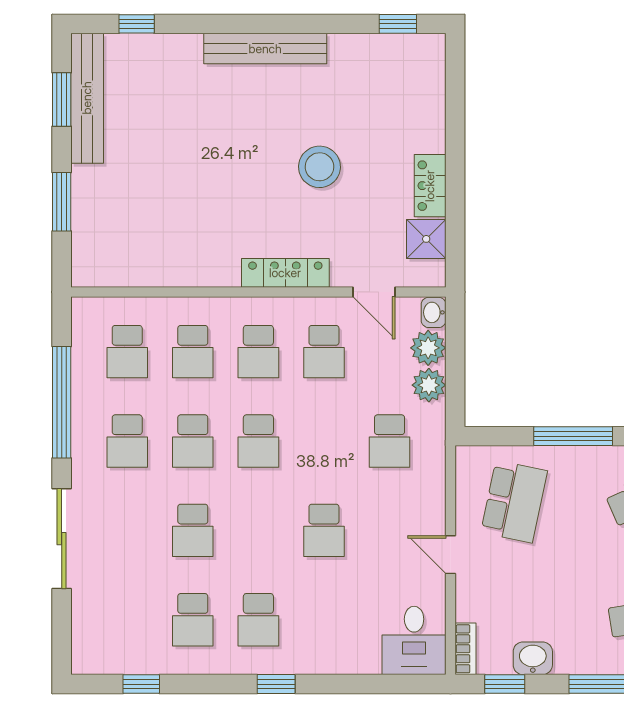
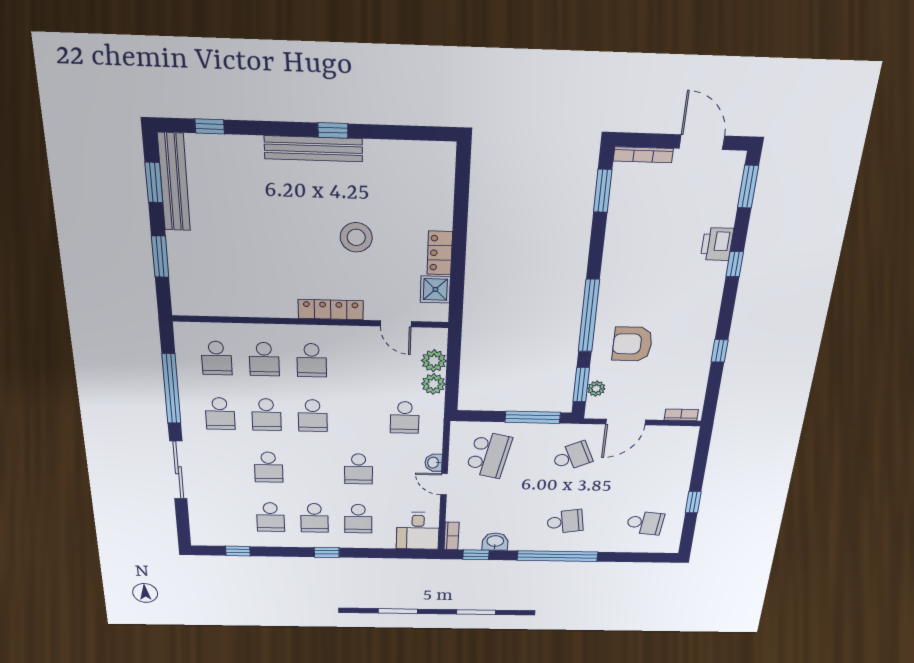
window: (398, 24) -> (333, 130), moved
washbasin: (434, 312) -> (434, 463), moved
school desk: (324, 352) -> (358, 519), moved

